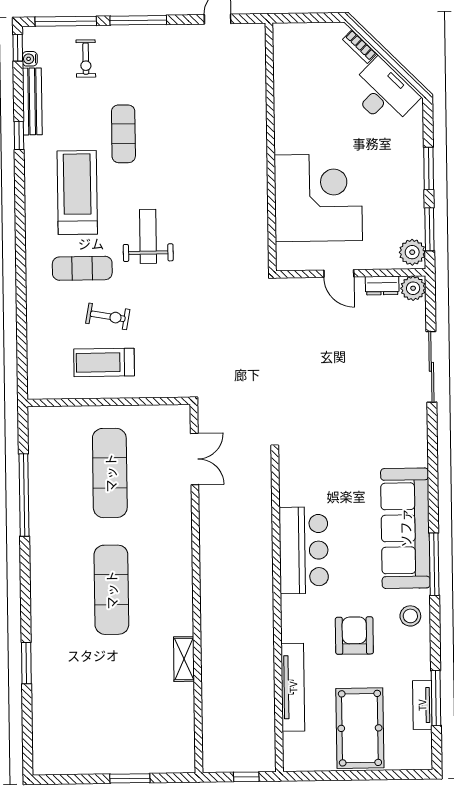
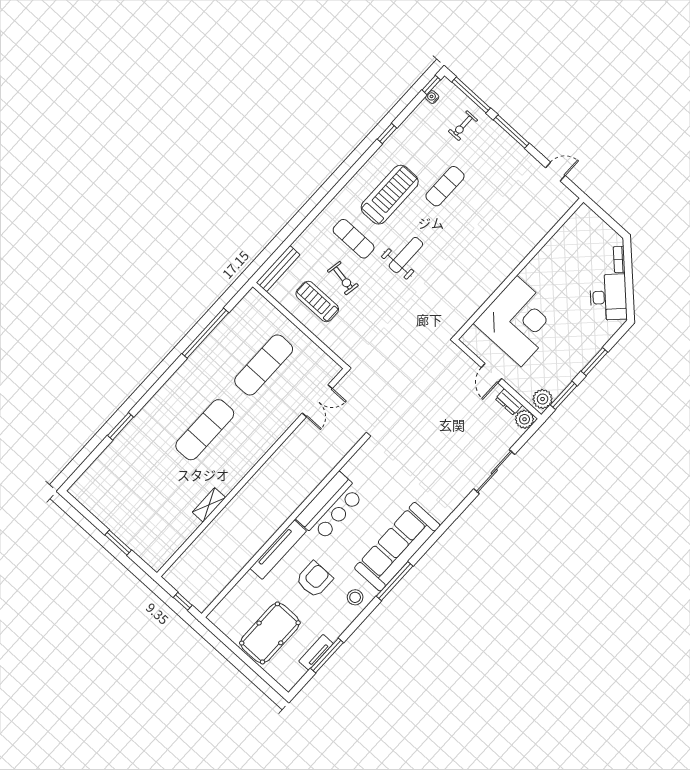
bench: (32, 101) -> (278, 269), moved
tv unit: (293, 687) -> (278, 550), moved

